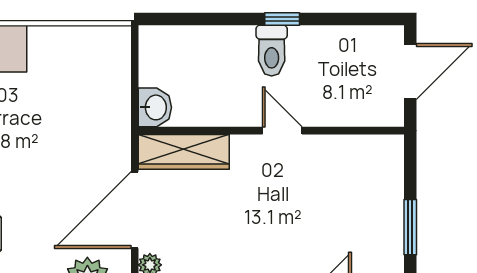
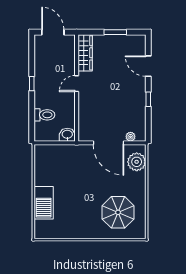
toilet: (272, 51) -> (44, 115), moved
wardrobe: (184, 152) -> (85, 53), moved

